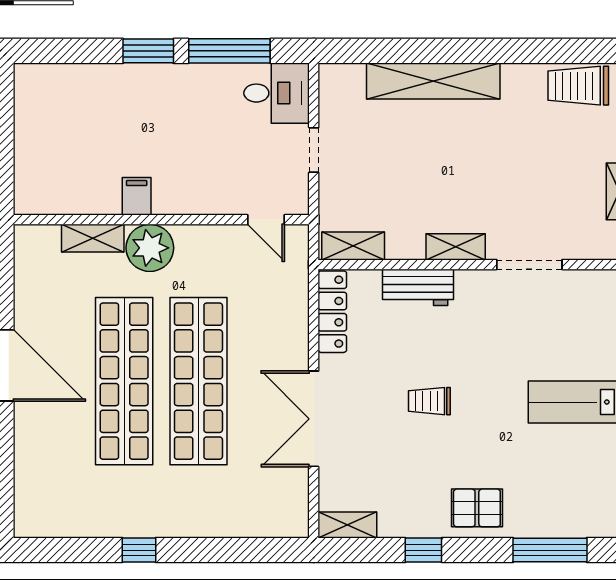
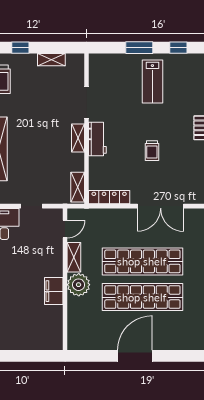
filing cabinet: (137, 196) -> (54, 291), width x2.00
shelving: (93, 238) -> (74, 257), moved
workbench: (418, 287) -> (97, 139), moved

